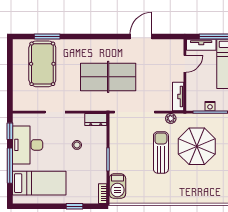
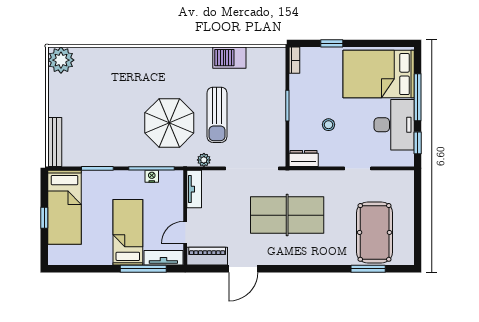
piano: (168, 46) -> (207, 256), added
bed: (39, 183) -> (379, 74), width x1.50
barbecue: (117, 186) -> (229, 58), moved, turned -90

